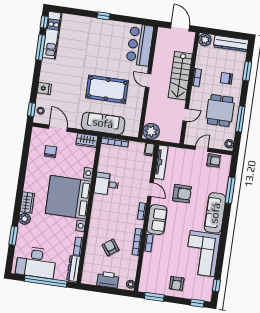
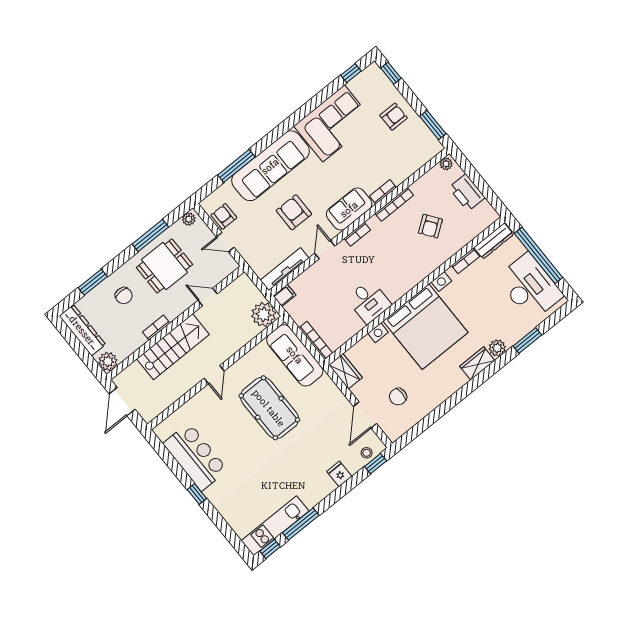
bar counter: (140, 45) -> (195, 457), moved, turned -90
sofa: (103, 123) -> (295, 355), moved
sofa: (215, 213) -> (270, 166), width x1.36, depth x1.27

